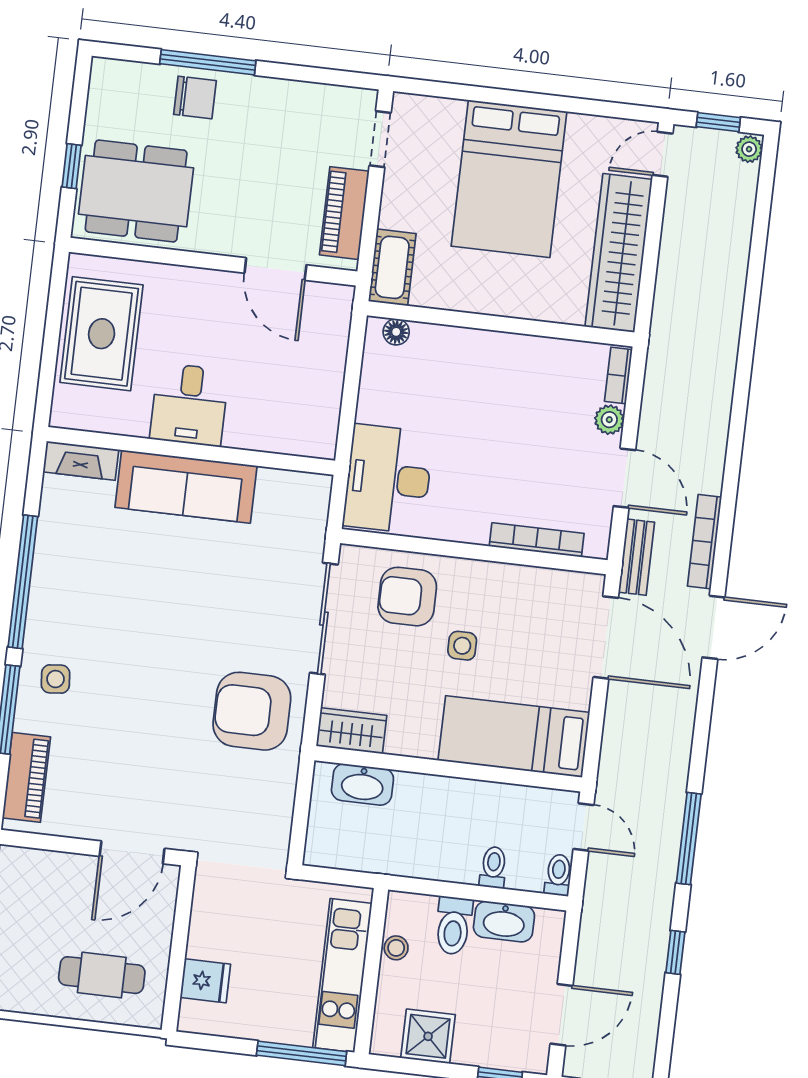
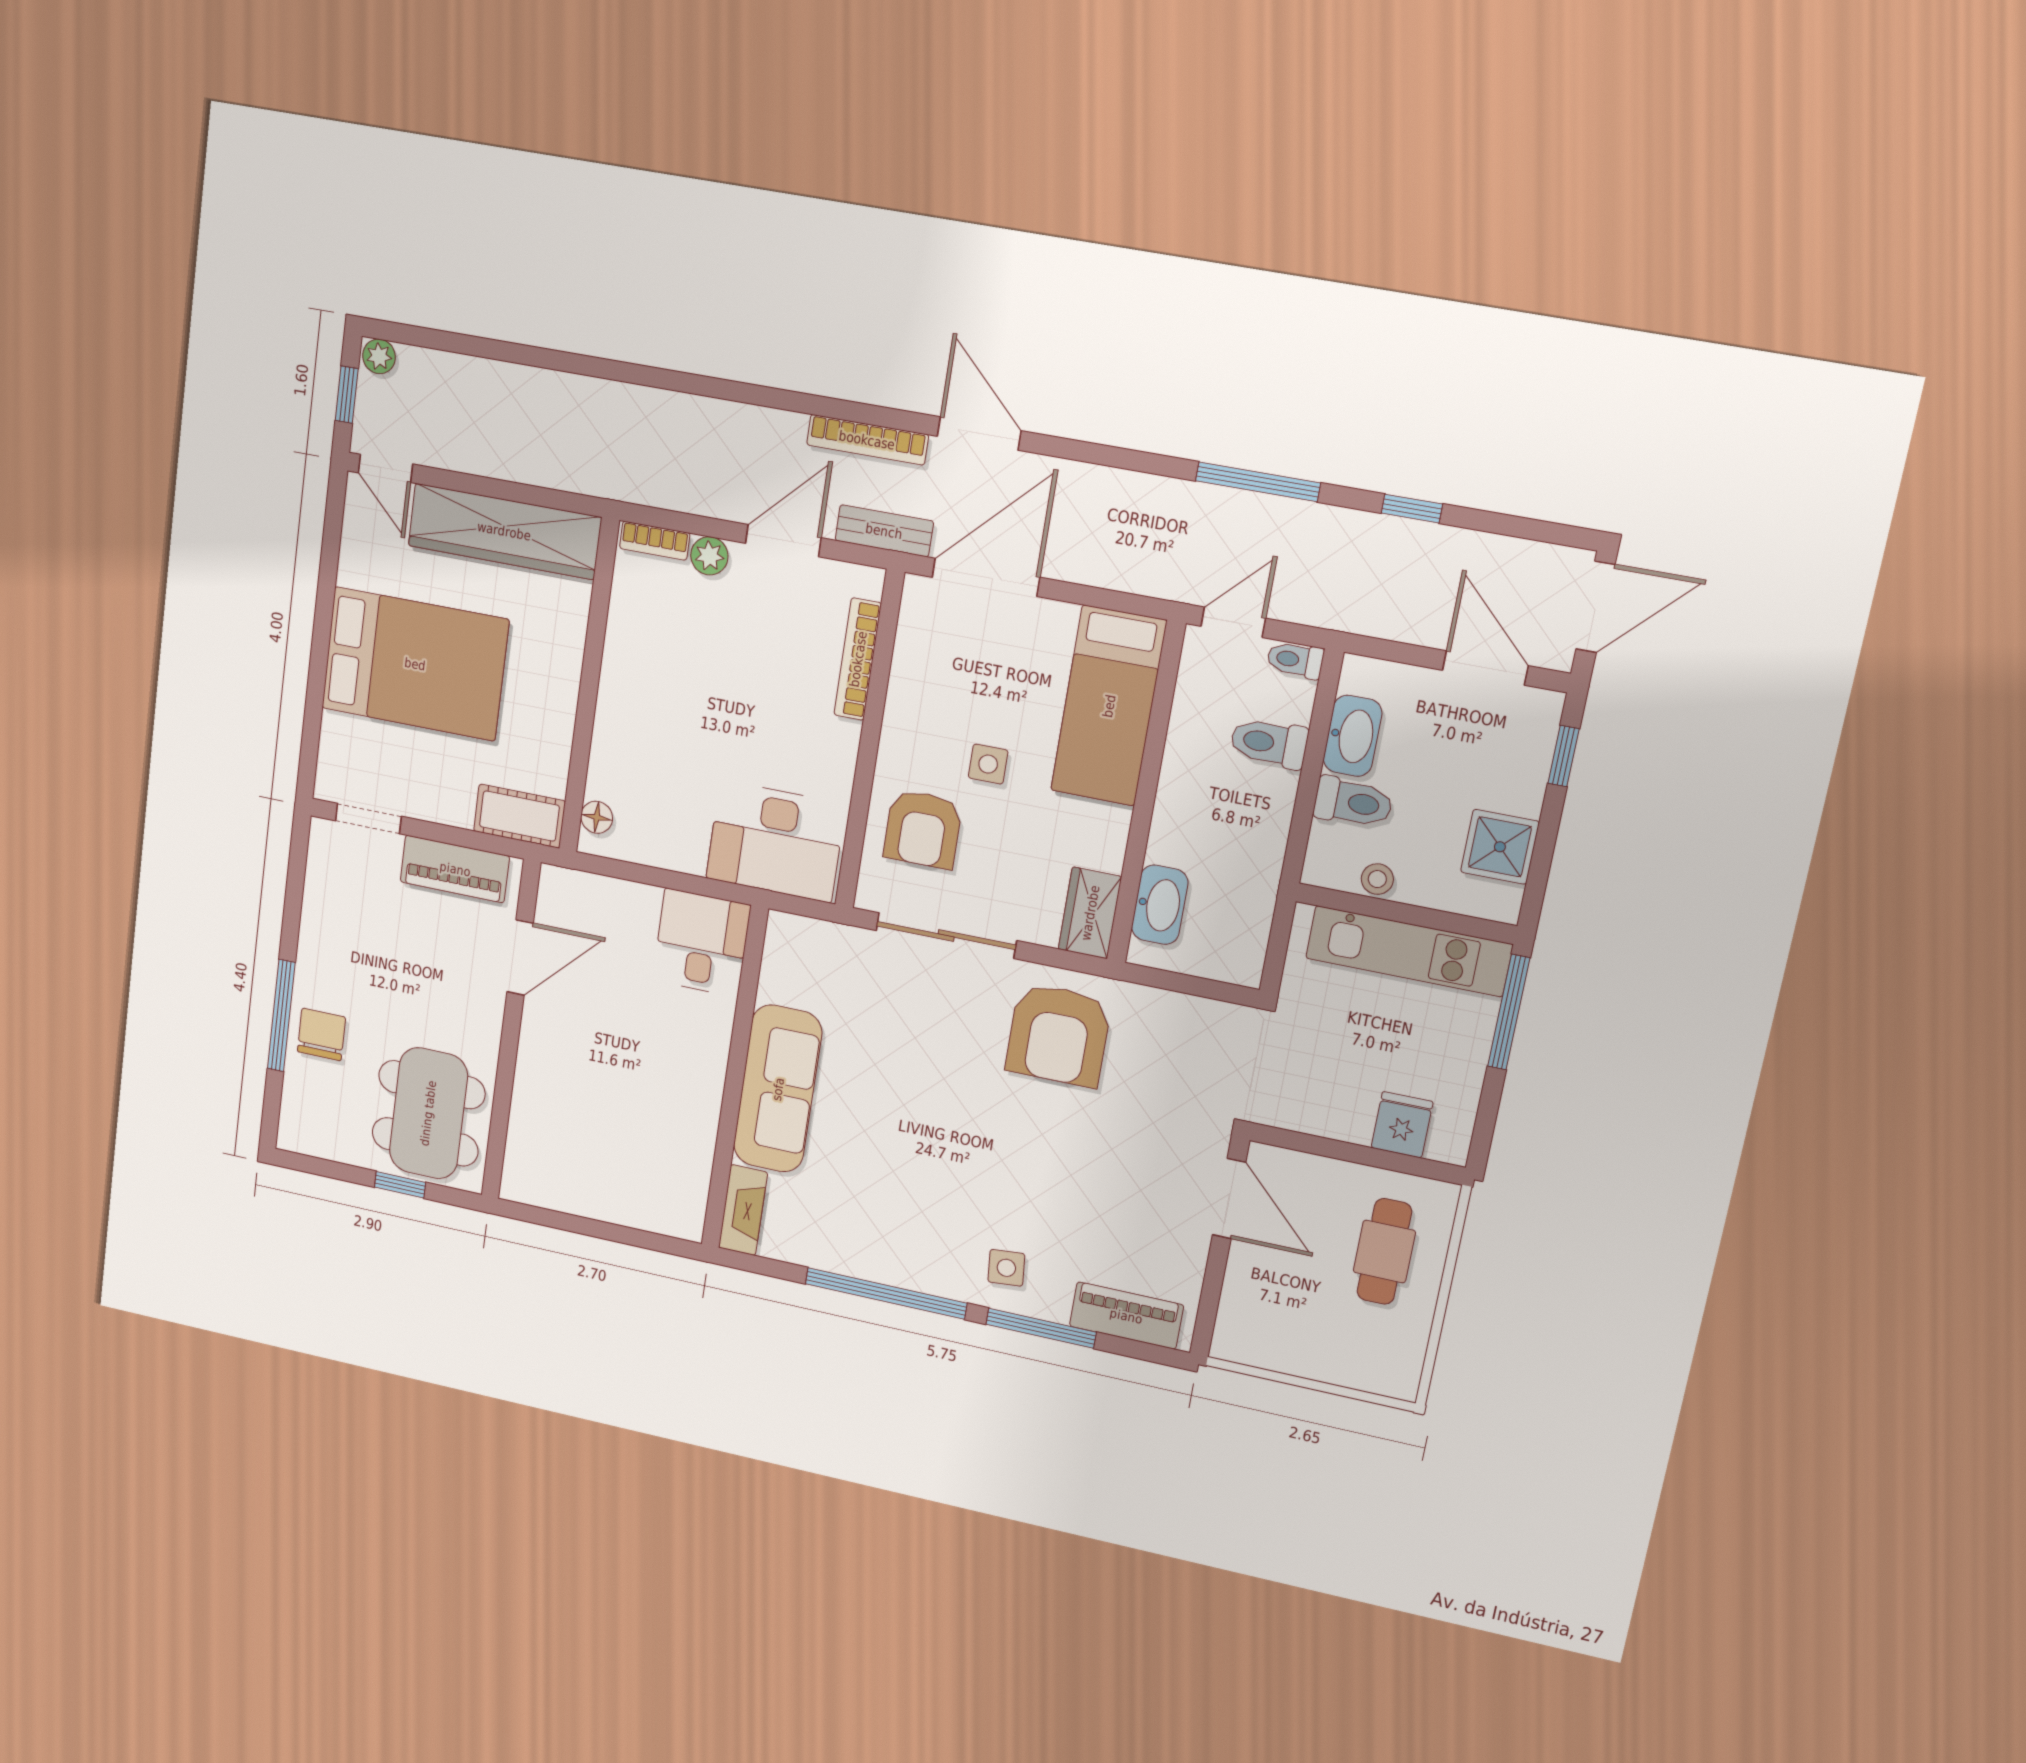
rug: (102, 334) -> (593, 1170), removed
desk: (189, 405) -> (701, 943), moved, turned -90
toilet: (493, 867) -> (1269, 743), width x1.37, depth x1.39

